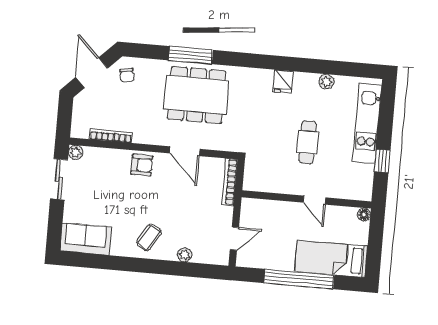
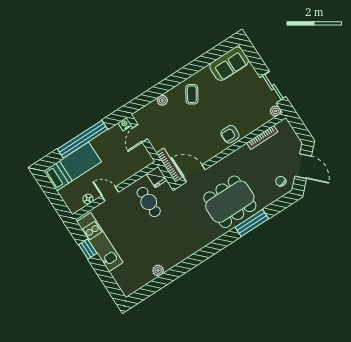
fridge: (283, 82) -> (157, 177), moved, turned 180
kitchen unit: (367, 123) -> (100, 242), moved
cafe table: (308, 142) -> (149, 202), moved
door: (185, 151) -> (194, 173), moved
floor lamp: (364, 214) -> (88, 199), moved
nightstand: (243, 261) -> (125, 124), added

